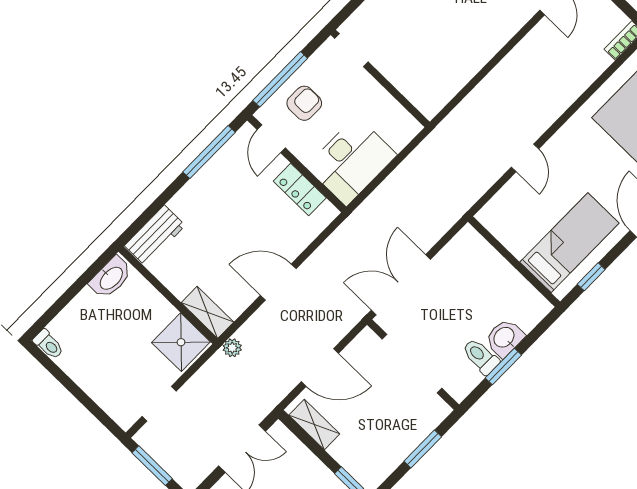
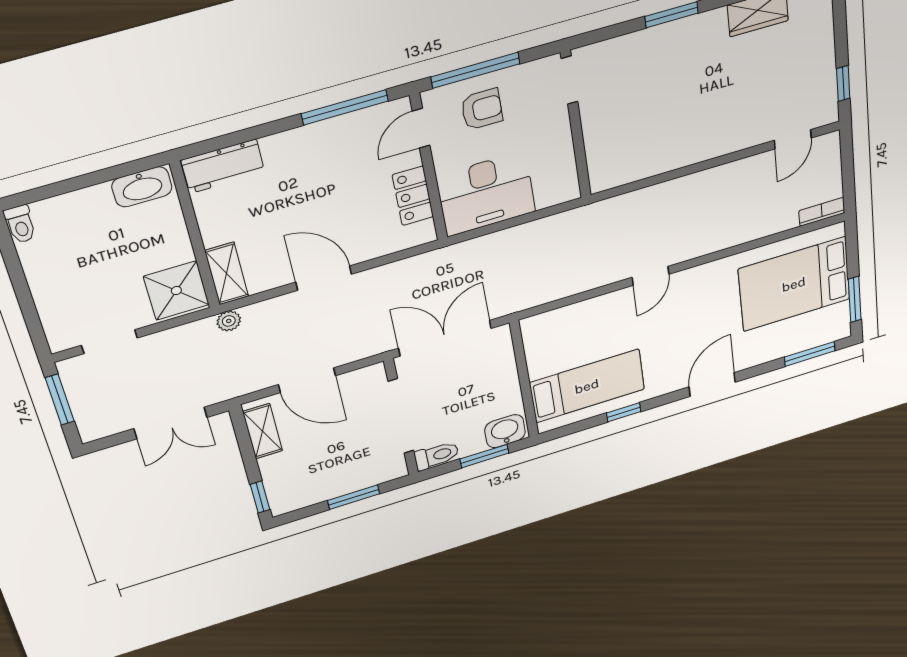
bed: (569, 243) -> (587, 386), moved
wall: (514, 262) -> (524, 380), moved
toilet: (481, 356) -> (436, 456), moved, turned 90

